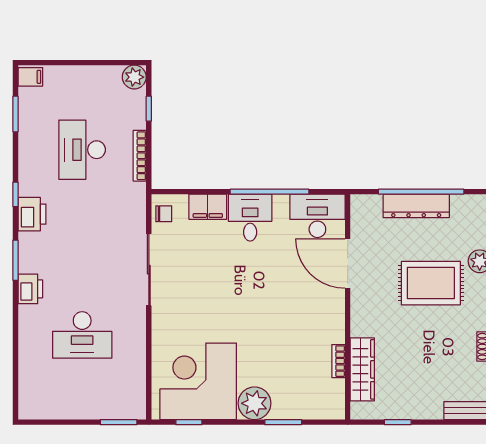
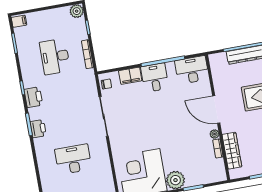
door: (348, 264) -> (216, 110), moved
printer: (30, 289) -> (38, 129), moved
desk: (82, 335) -> (73, 159), turned 180
plant: (337, 335) -> (215, 134), added

